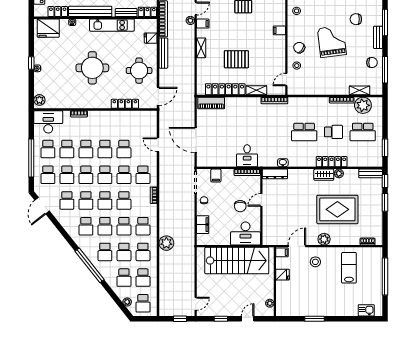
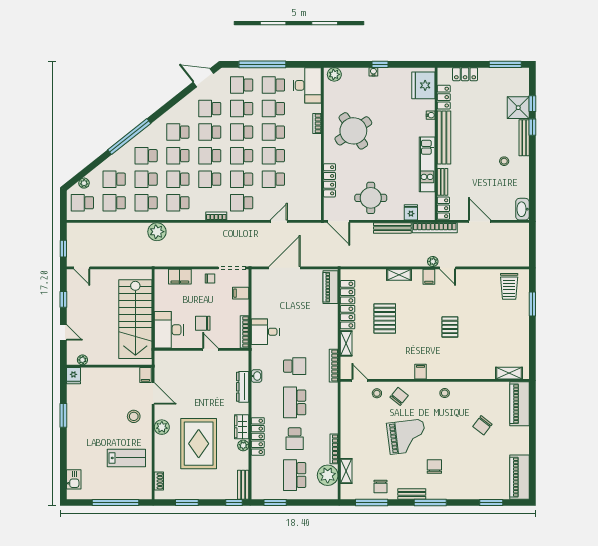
round table: (92, 68) -> (353, 131), moved, turned -34
school desk: (275, 132) -> (295, 366), added
dresser: (275, 174) -> (243, 387), moved
window: (385, 202) -> (187, 503), moved
fridge: (283, 275) -> (73, 376), moved

